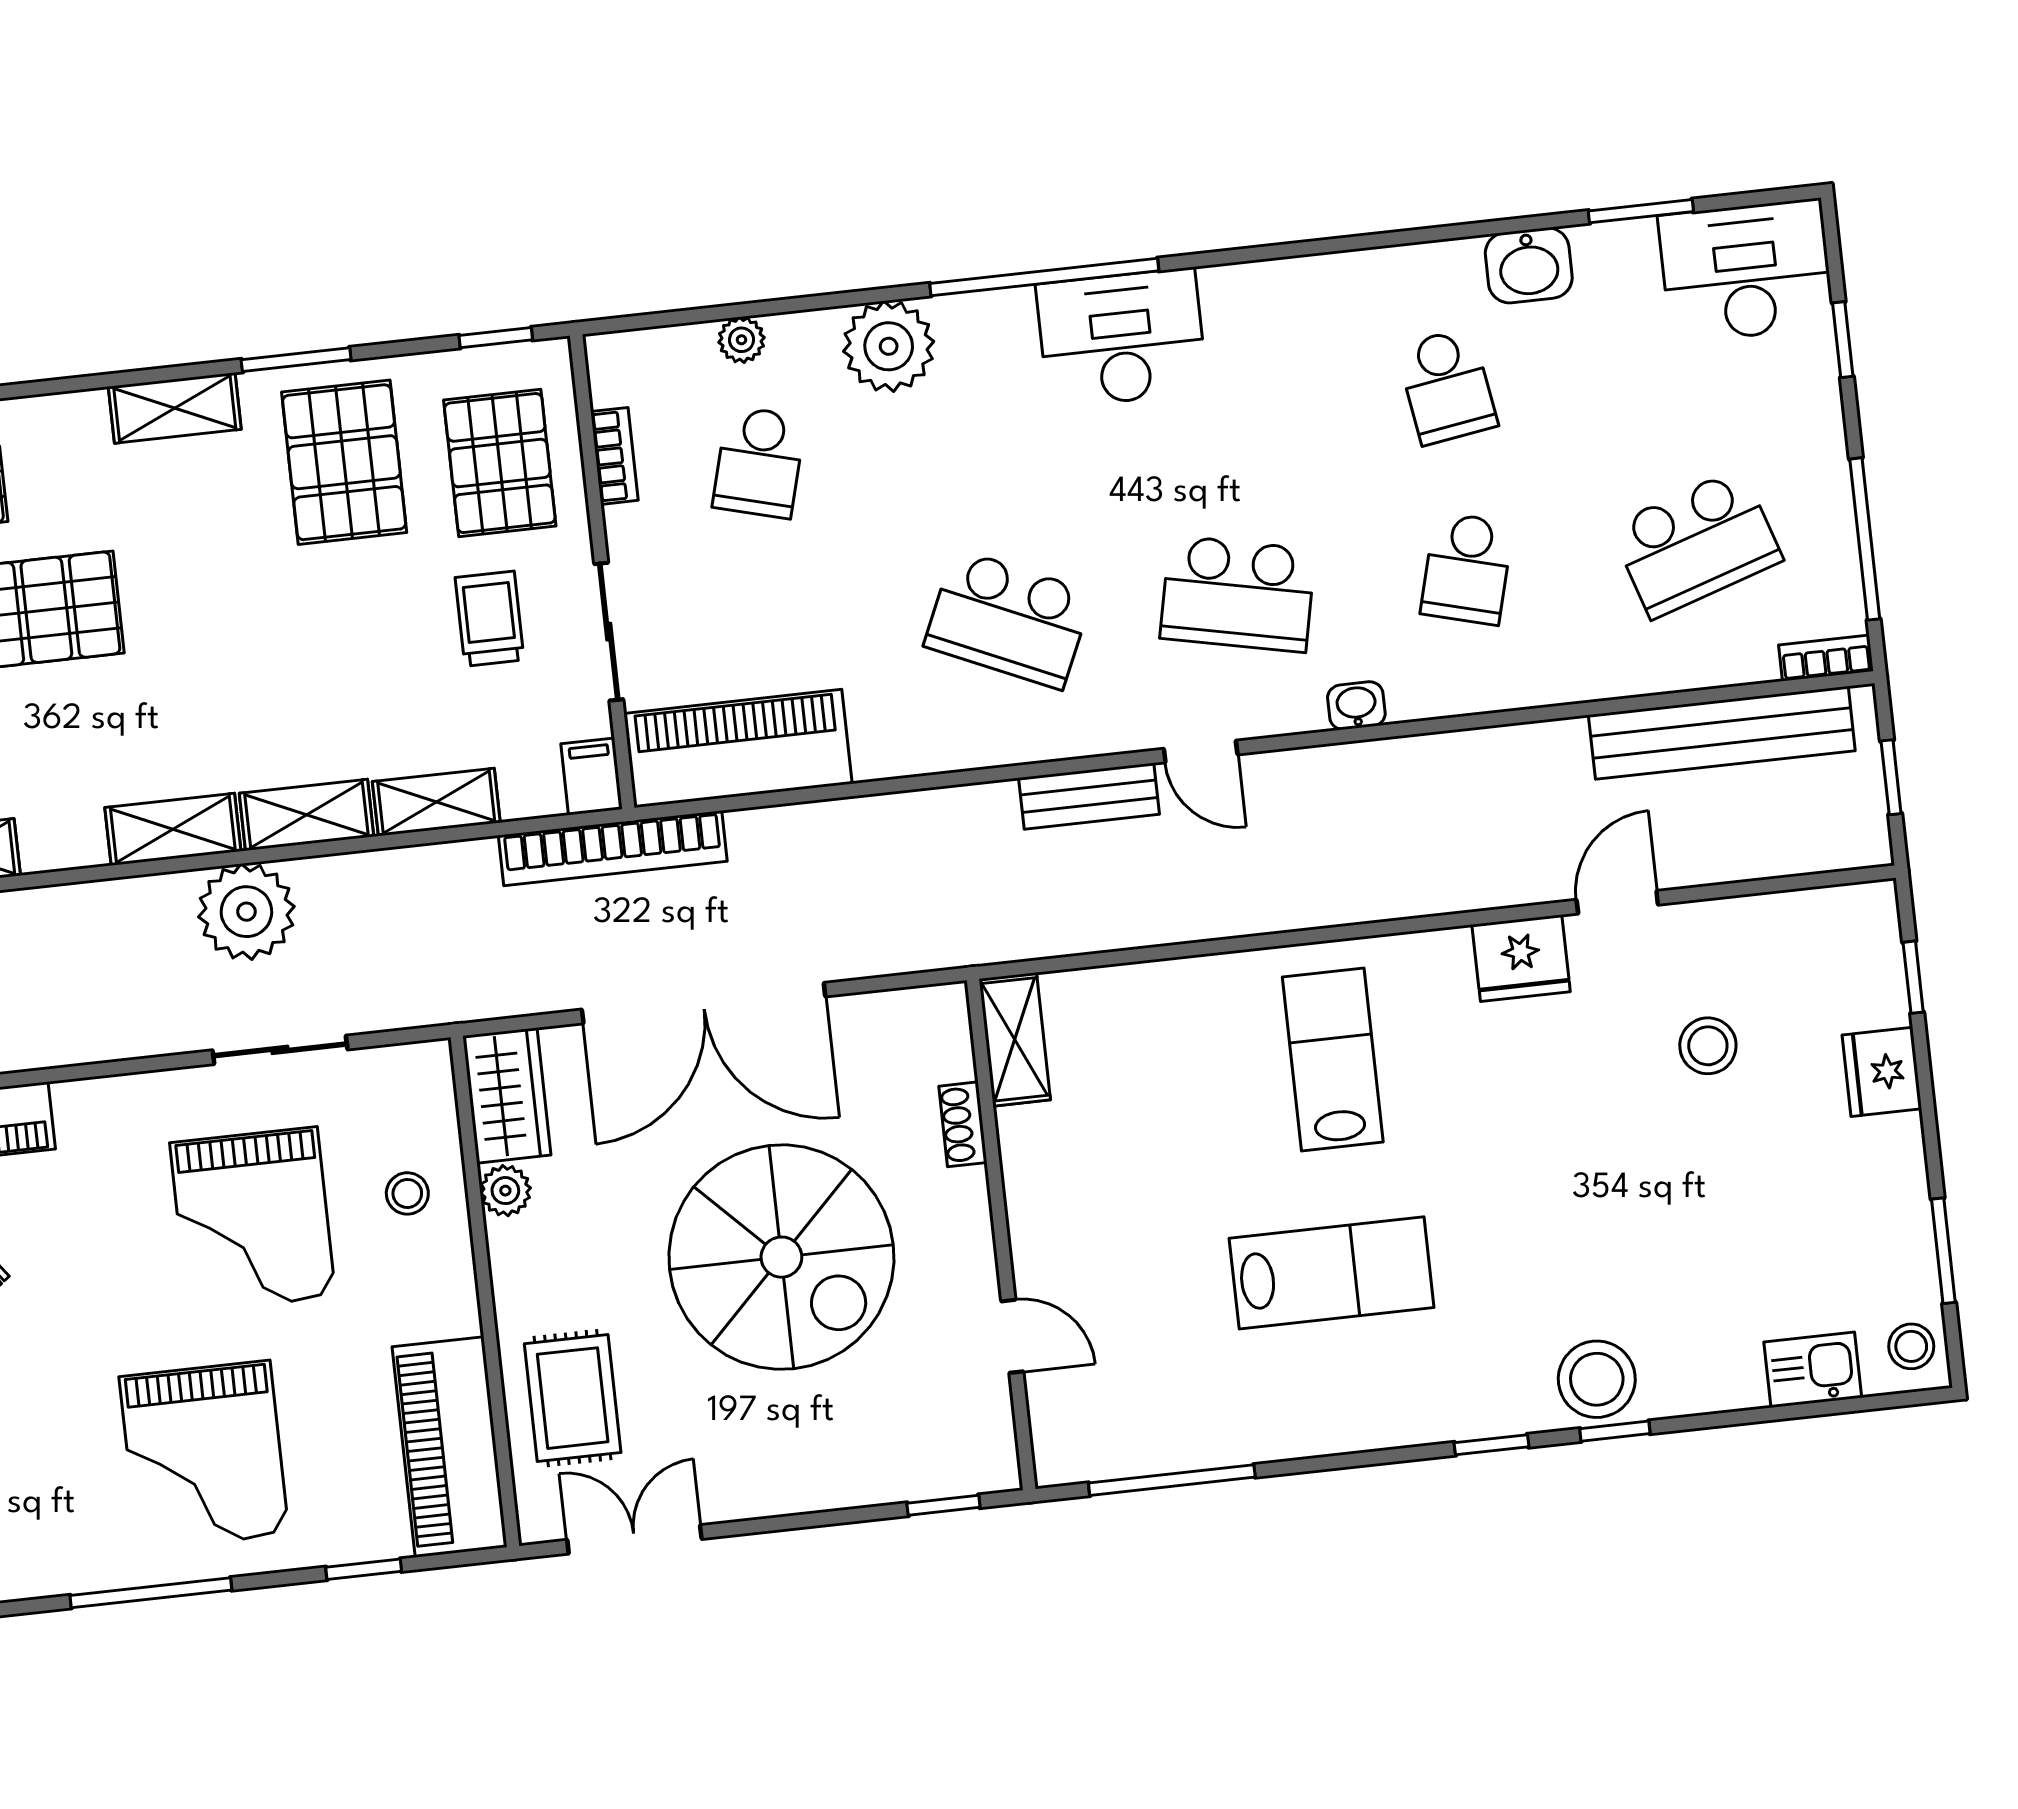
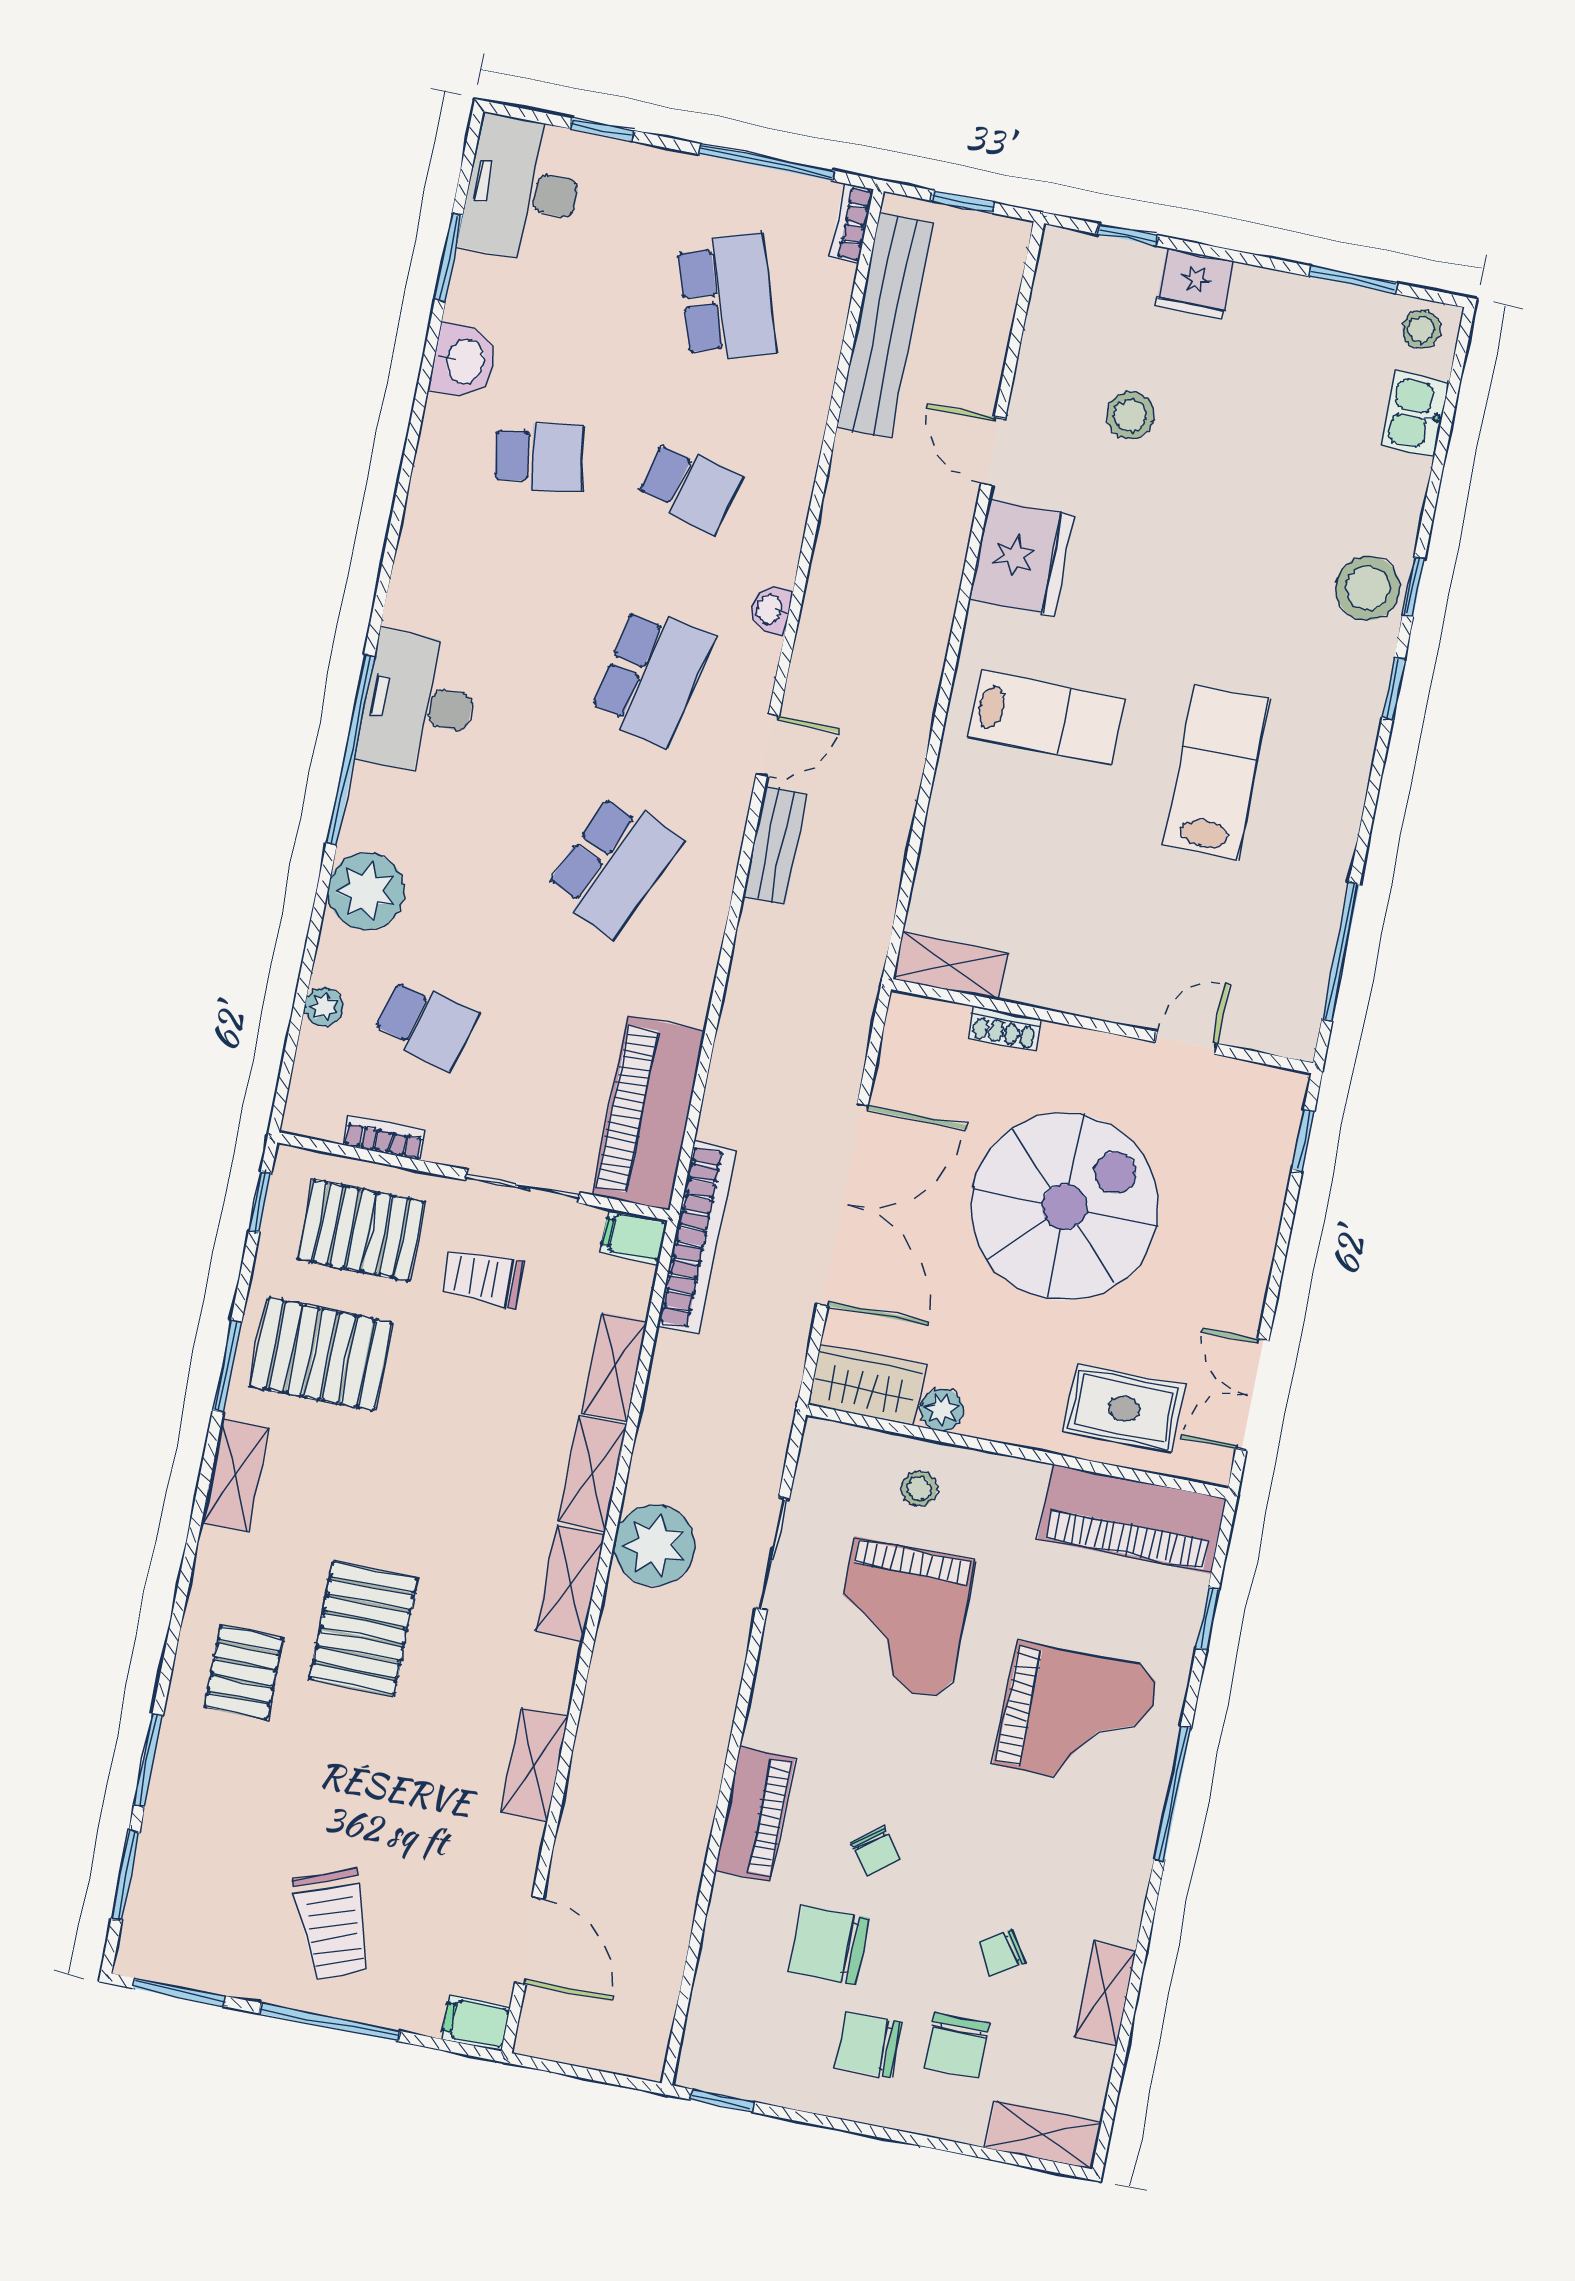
fridge: (1521, 958) -> (1021, 558), width x1.36, depth x1.34
lab bench: (1333, 1060) -> (1046, 718), turned 180
grand piano: (253, 1220) -> (901, 1618), turned 90

